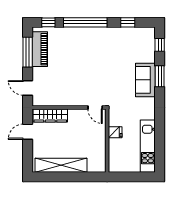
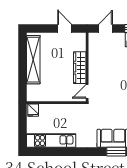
wardrobe: (50, 115) -> (80, 68), moved
fridge: (115, 132) -> (33, 110), moved

